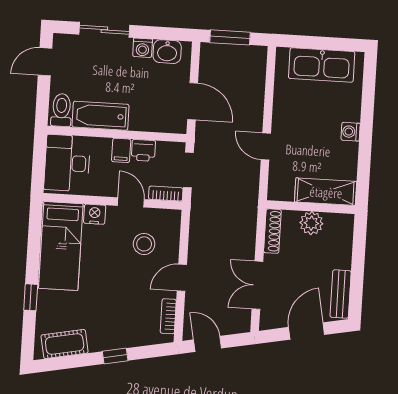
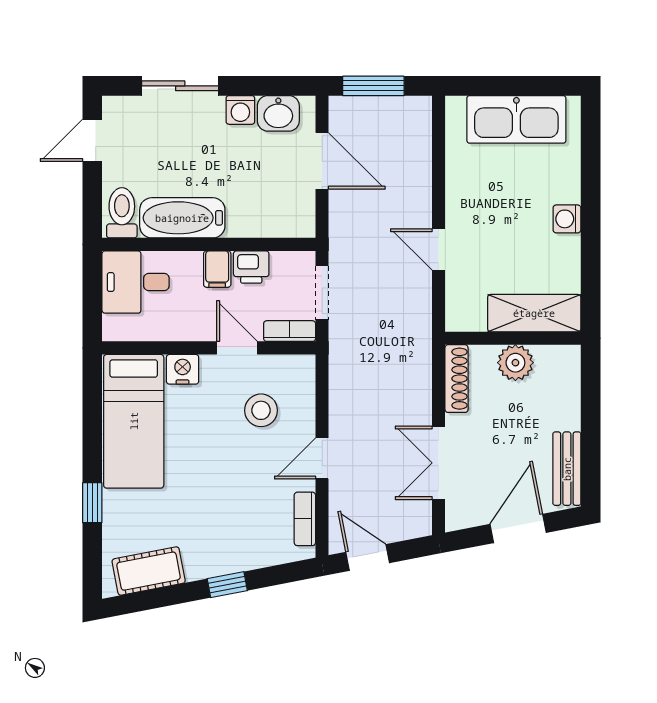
door: (193, 101) -> (322, 161), moved
desk: (67, 163) -> (136, 282), width x0.73

